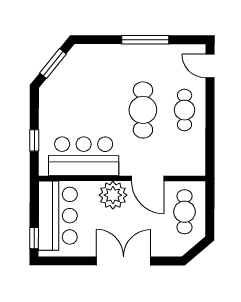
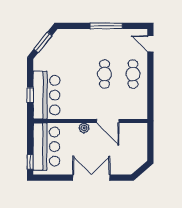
cafe table: (143, 110) -> (105, 74), width x0.73, depth x0.74
bar counter: (84, 156) -> (46, 95), moved, turned 90
plant: (113, 195) -> (84, 128), width x0.53, depth x0.53
cafe table: (184, 212) -> (133, 144), removed

